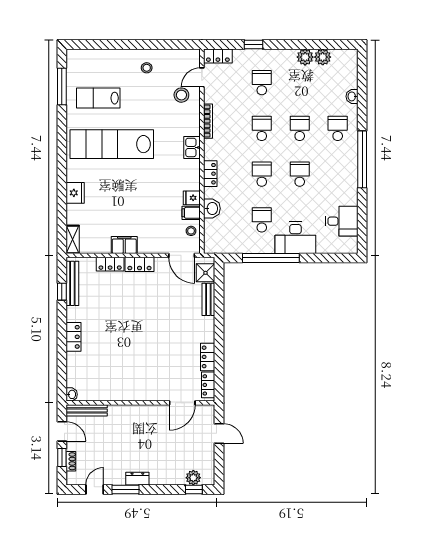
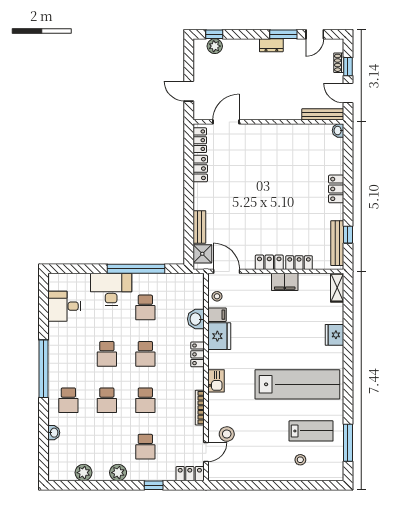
plant: (305, 57) -> (118, 473), moved
stool: (147, 68) -> (300, 460), moved
fridge: (192, 198) -> (219, 336), width x1.88, depth x1.34

